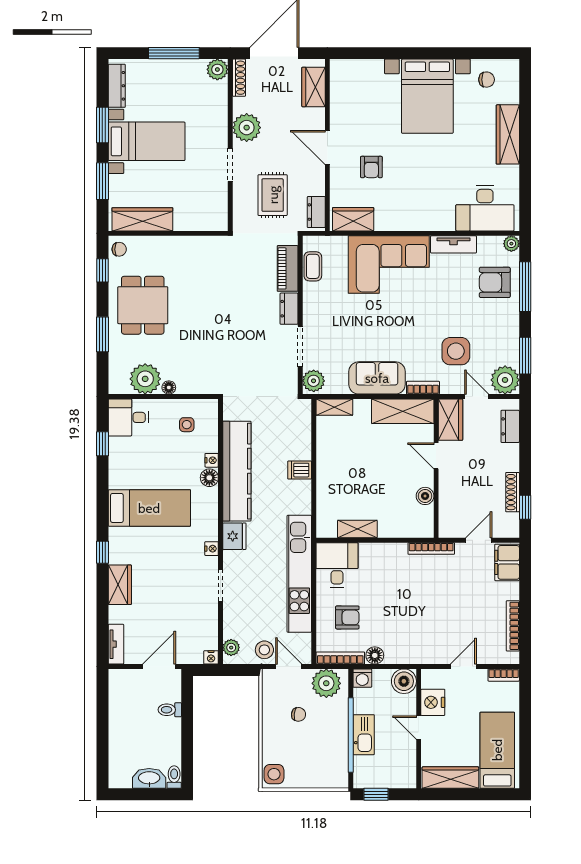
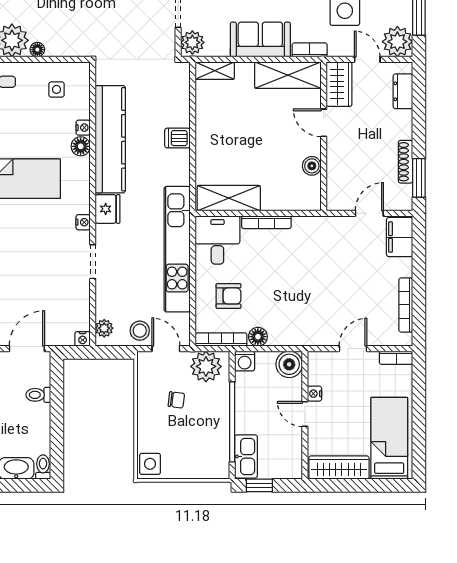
window: (525, 507) -> (419, 178), width x1.50
shelving: (357, 529) -> (229, 198), width x1.50, depth x1.33
bookcase: (431, 549) -> (266, 222), moved
nightstand: (433, 702) -> (315, 394), width x0.53, depth x0.56
kitchen sink: (364, 735) -> (246, 456), moved

